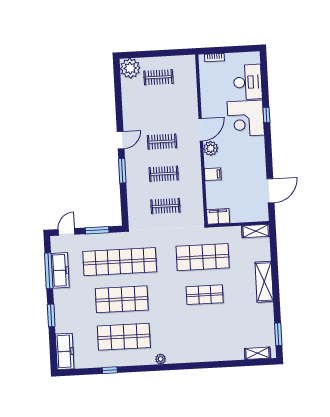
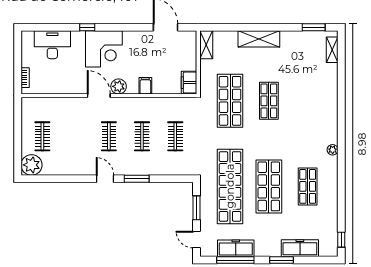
corner desk: (246, 118) -> (104, 49), moved
shop shelf: (124, 337) -> (308, 186), width x0.70, depth x0.74
freezer: (65, 351) -> (300, 248), moved
window: (110, 370) -> (341, 240), moved

